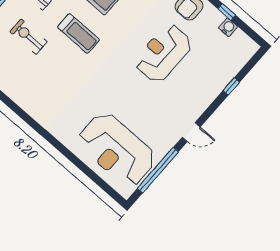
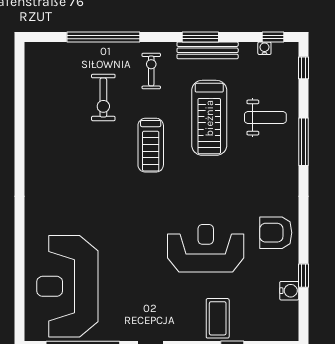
exercise bike: (29, 37) -> (103, 98), turned 180
coffee table: (208, 81) -> (218, 318), added

